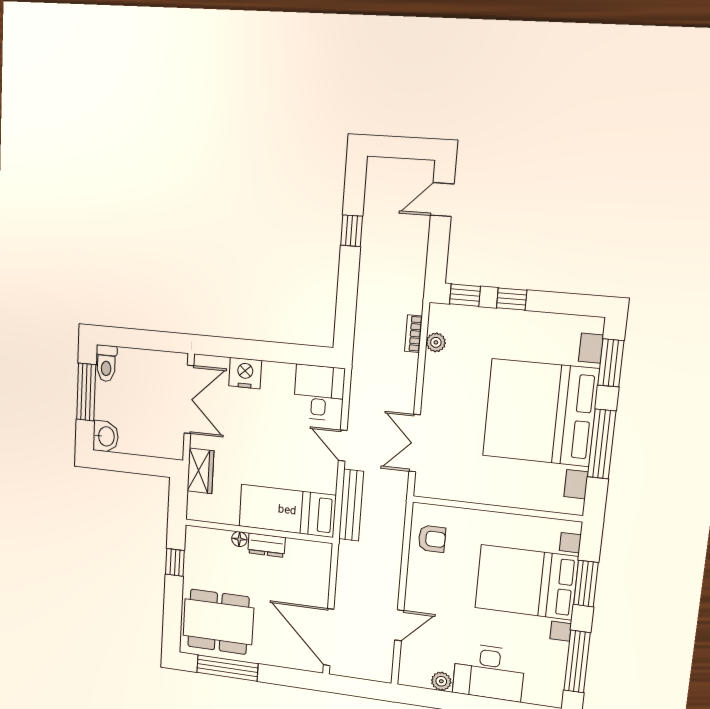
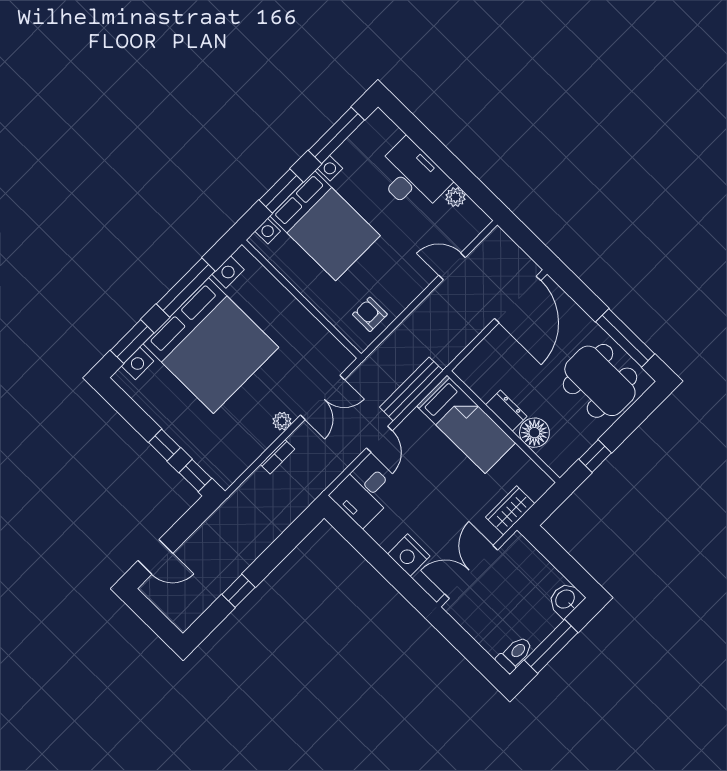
bookcase: (413, 334) -> (277, 457), moved
plant: (436, 342) -> (282, 421), moved
floor lamp: (239, 539) -> (534, 433), width x1.89, depth x1.89

